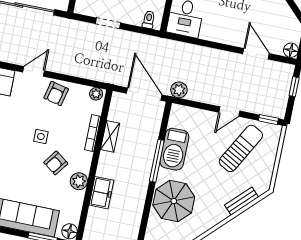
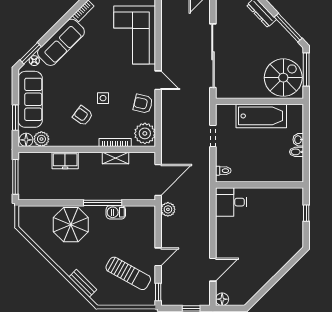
plant: (96, 94) -> (145, 133), width x1.88, depth x1.88
door: (229, 112) -> (158, 257), swing flipped
barbecue: (174, 149) -> (116, 212), width x0.53, depth x0.65
plant: (79, 181) -> (41, 139), moved

